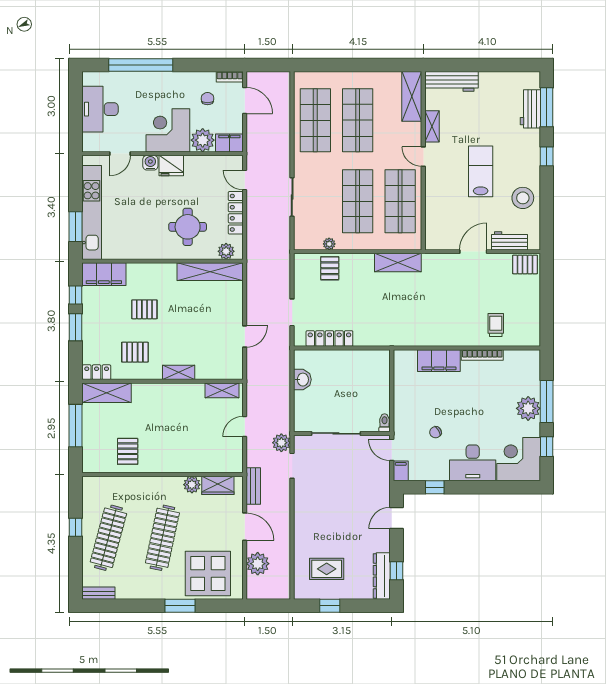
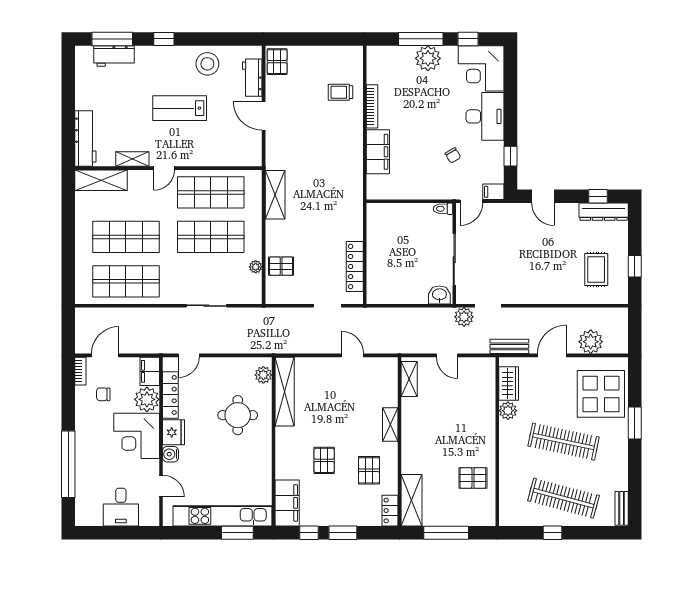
desk: (100, 109) -> (121, 507), width x0.73
locker: (236, 213) -> (170, 395), moved, turned -90
washbasin: (302, 380) -> (439, 295), moved

